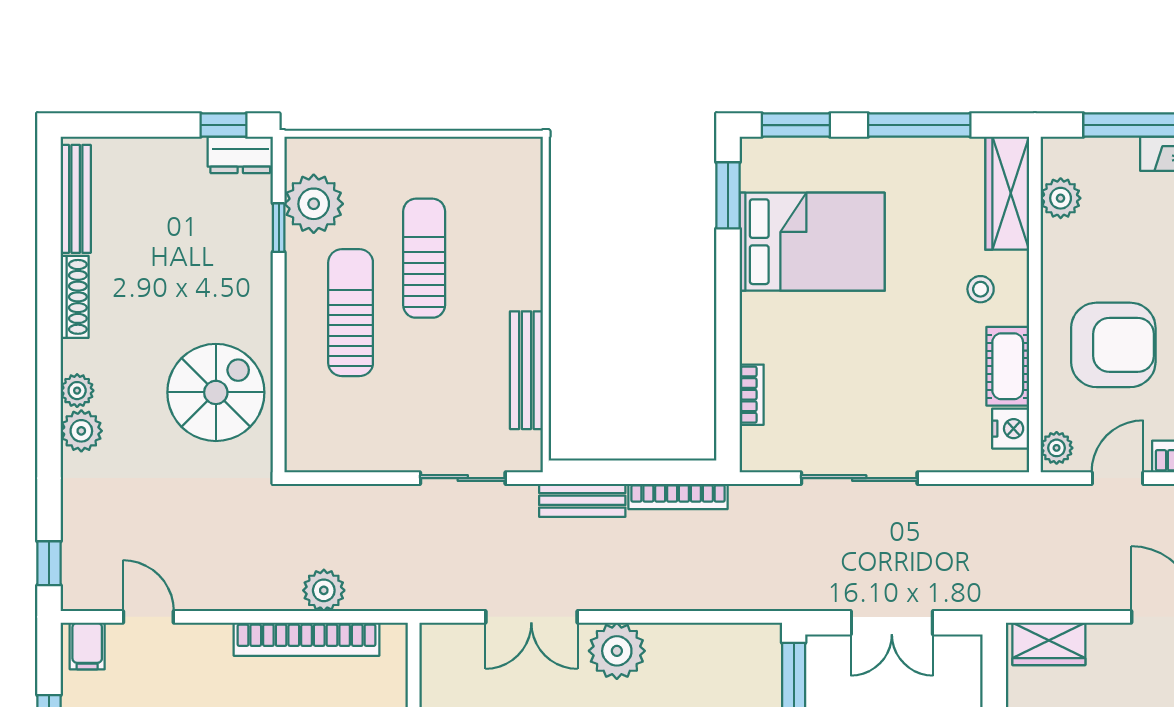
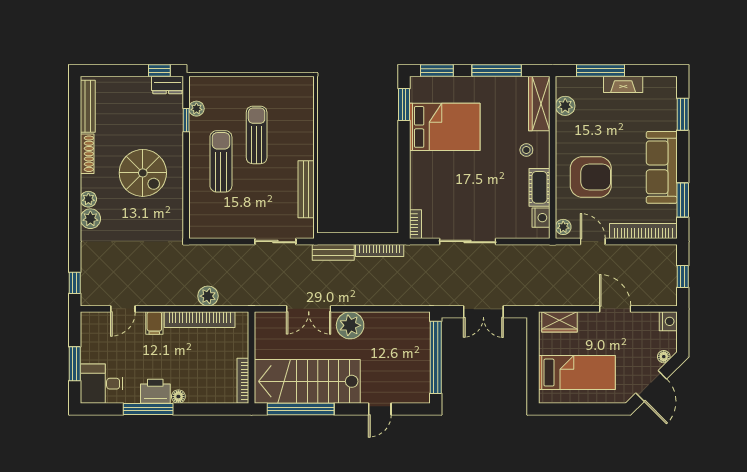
plant: (314, 204) -> (196, 109), width x0.53, depth x0.53
spiral stairs: (216, 392) -> (143, 173), moved, turned 90
bookcase: (752, 395) -> (415, 224), moved
door: (1117, 478) -> (593, 242), hinge flipped
door: (148, 617) -> (123, 309), swing flipped
filing cabinet: (87, 646) -> (154, 323), moved

